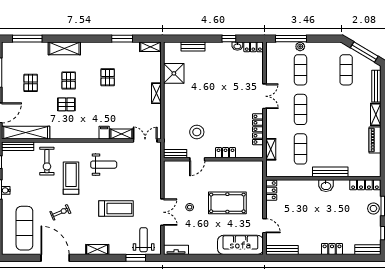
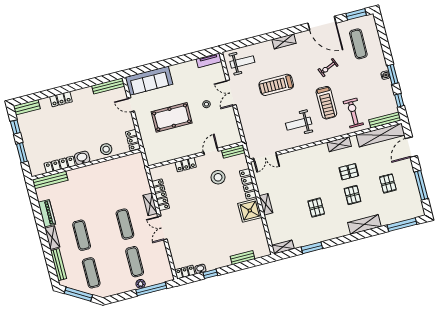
shower: (174, 73) -> (250, 210), moved
locker: (169, 118) -> (248, 184), added
filing cabinet: (104, 133) -> (306, 154), removed
shelving: (121, 134) -> (339, 144), moved
shelving: (271, 149) -> (150, 204), moved
exercise mat: (300, 149) -> (82, 235), moved
bench: (330, 172) -> (50, 180), moved
locker: (365, 185) -> (60, 165), moved
stool: (373, 208) -> (106, 149), moved
exercise mat: (24, 228) -> (358, 44), width x0.73, depth x0.69
weight bench: (144, 240) -> (242, 62), turned -90
window: (136, 258) -> (356, 14), moved

